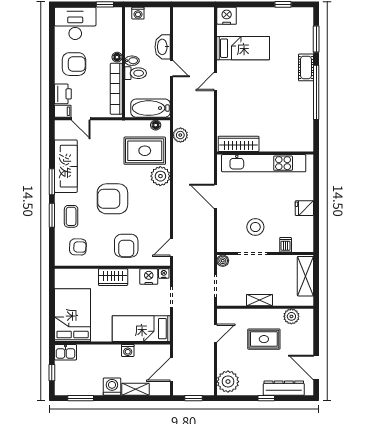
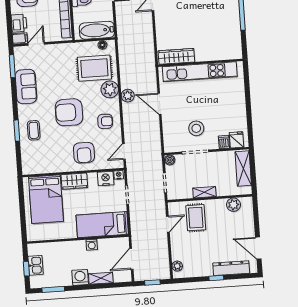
door: (81, 119) -> (36, 44), swing flipped
plant: (180, 135) -> (128, 96), moved
sofa: (66, 166) -> (26, 87), width x0.73
window: (52, 182) -> (12, 66), moved
fridge: (304, 208) -> (236, 140), moved, turned 90
armchair: (78, 247) -> (105, 121), moved
bed: (73, 315) -> (46, 199), moved, turned 180
rug: (264, 339) -> (196, 218), moved, turned 90
kitchen sink: (65, 352) -> (36, 265), moved, turned -90
plant: (228, 382) -> (177, 266), width x0.53, depth x0.53

